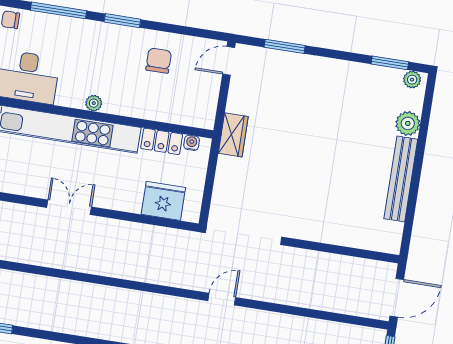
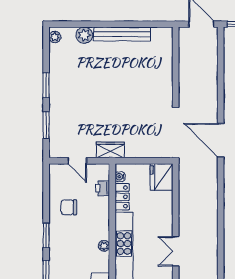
door: (229, 61) -> (77, 161), moved
window: (390, 63) -> (46, 85), moved
printer: (179, 115) -> (103, 188), added
fridge: (163, 201) -> (162, 177), moved
door: (222, 299) -> (221, 140), width x1.88

